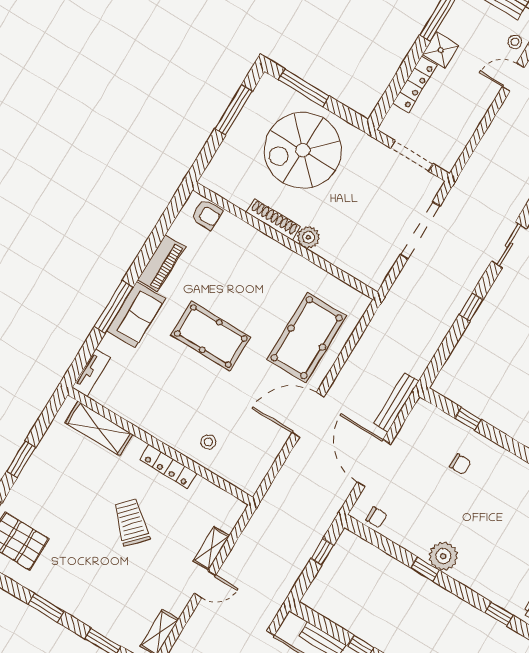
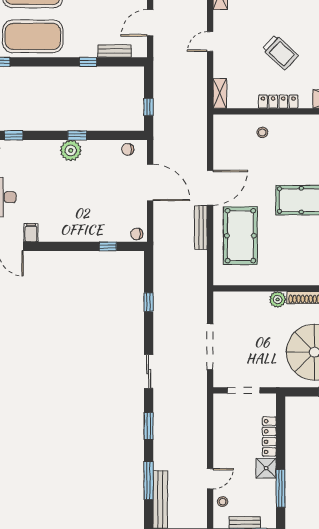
window: (471, 307) -> (149, 302), moved
bench: (396, 402) -> (201, 228), moved
chair: (460, 464) -> (137, 234), moved
shelving: (211, 548) -> (220, 93), moved

